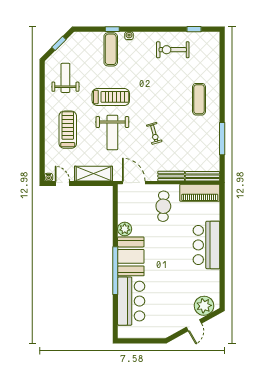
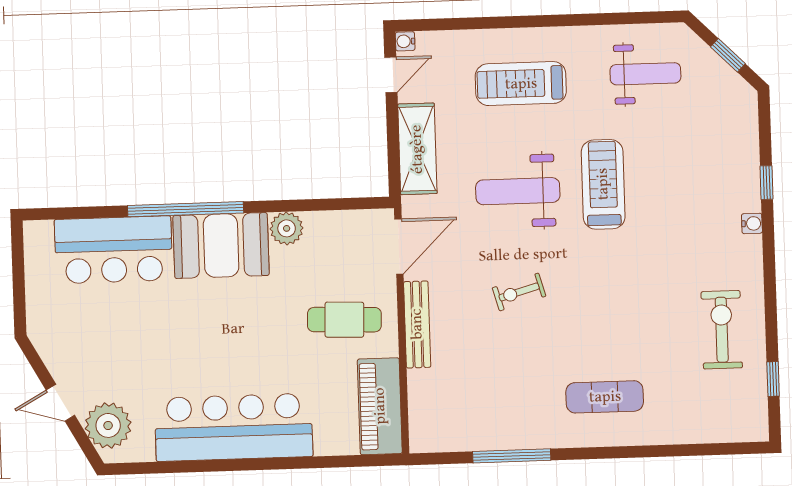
exercise mat: (111, 49) -> (718, 180), removed
treadmill: (111, 97) -> (603, 184), turned 180
treadmill: (68, 130) -> (521, 84), turned 180
bench: (171, 176) -> (417, 324), width x1.36
bench: (203, 176) -> (420, 412), removed
bar counter: (206, 245) -> (234, 427), width x1.36

